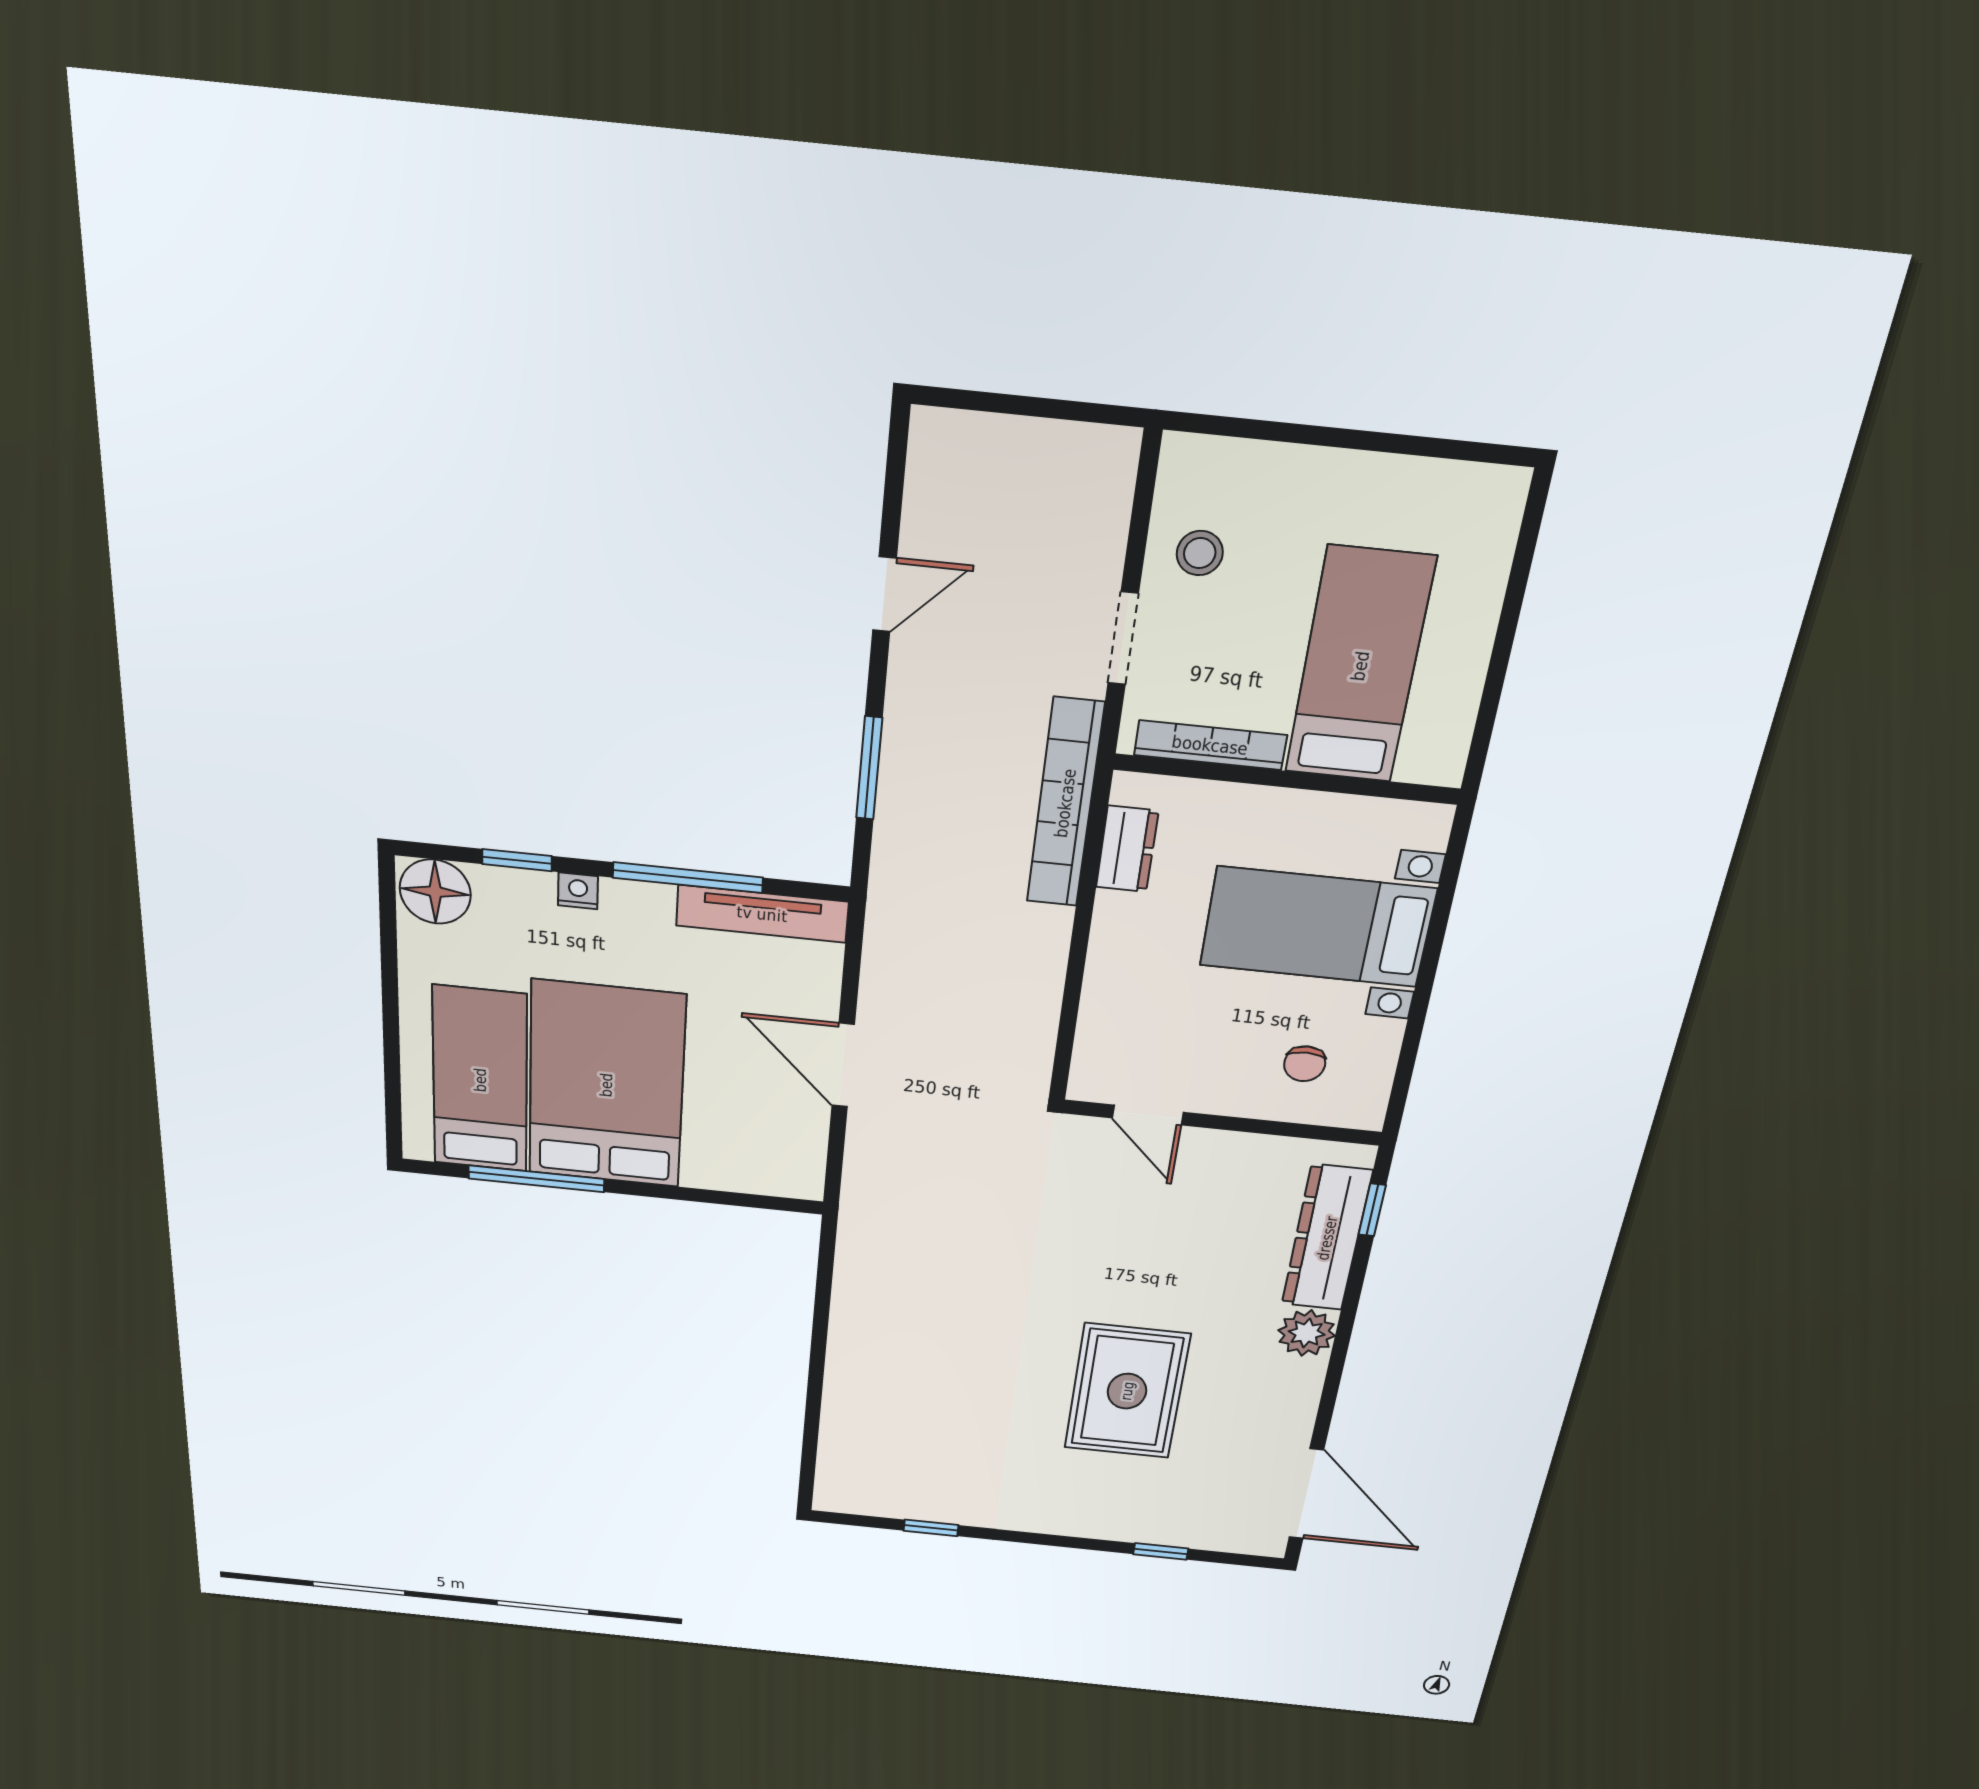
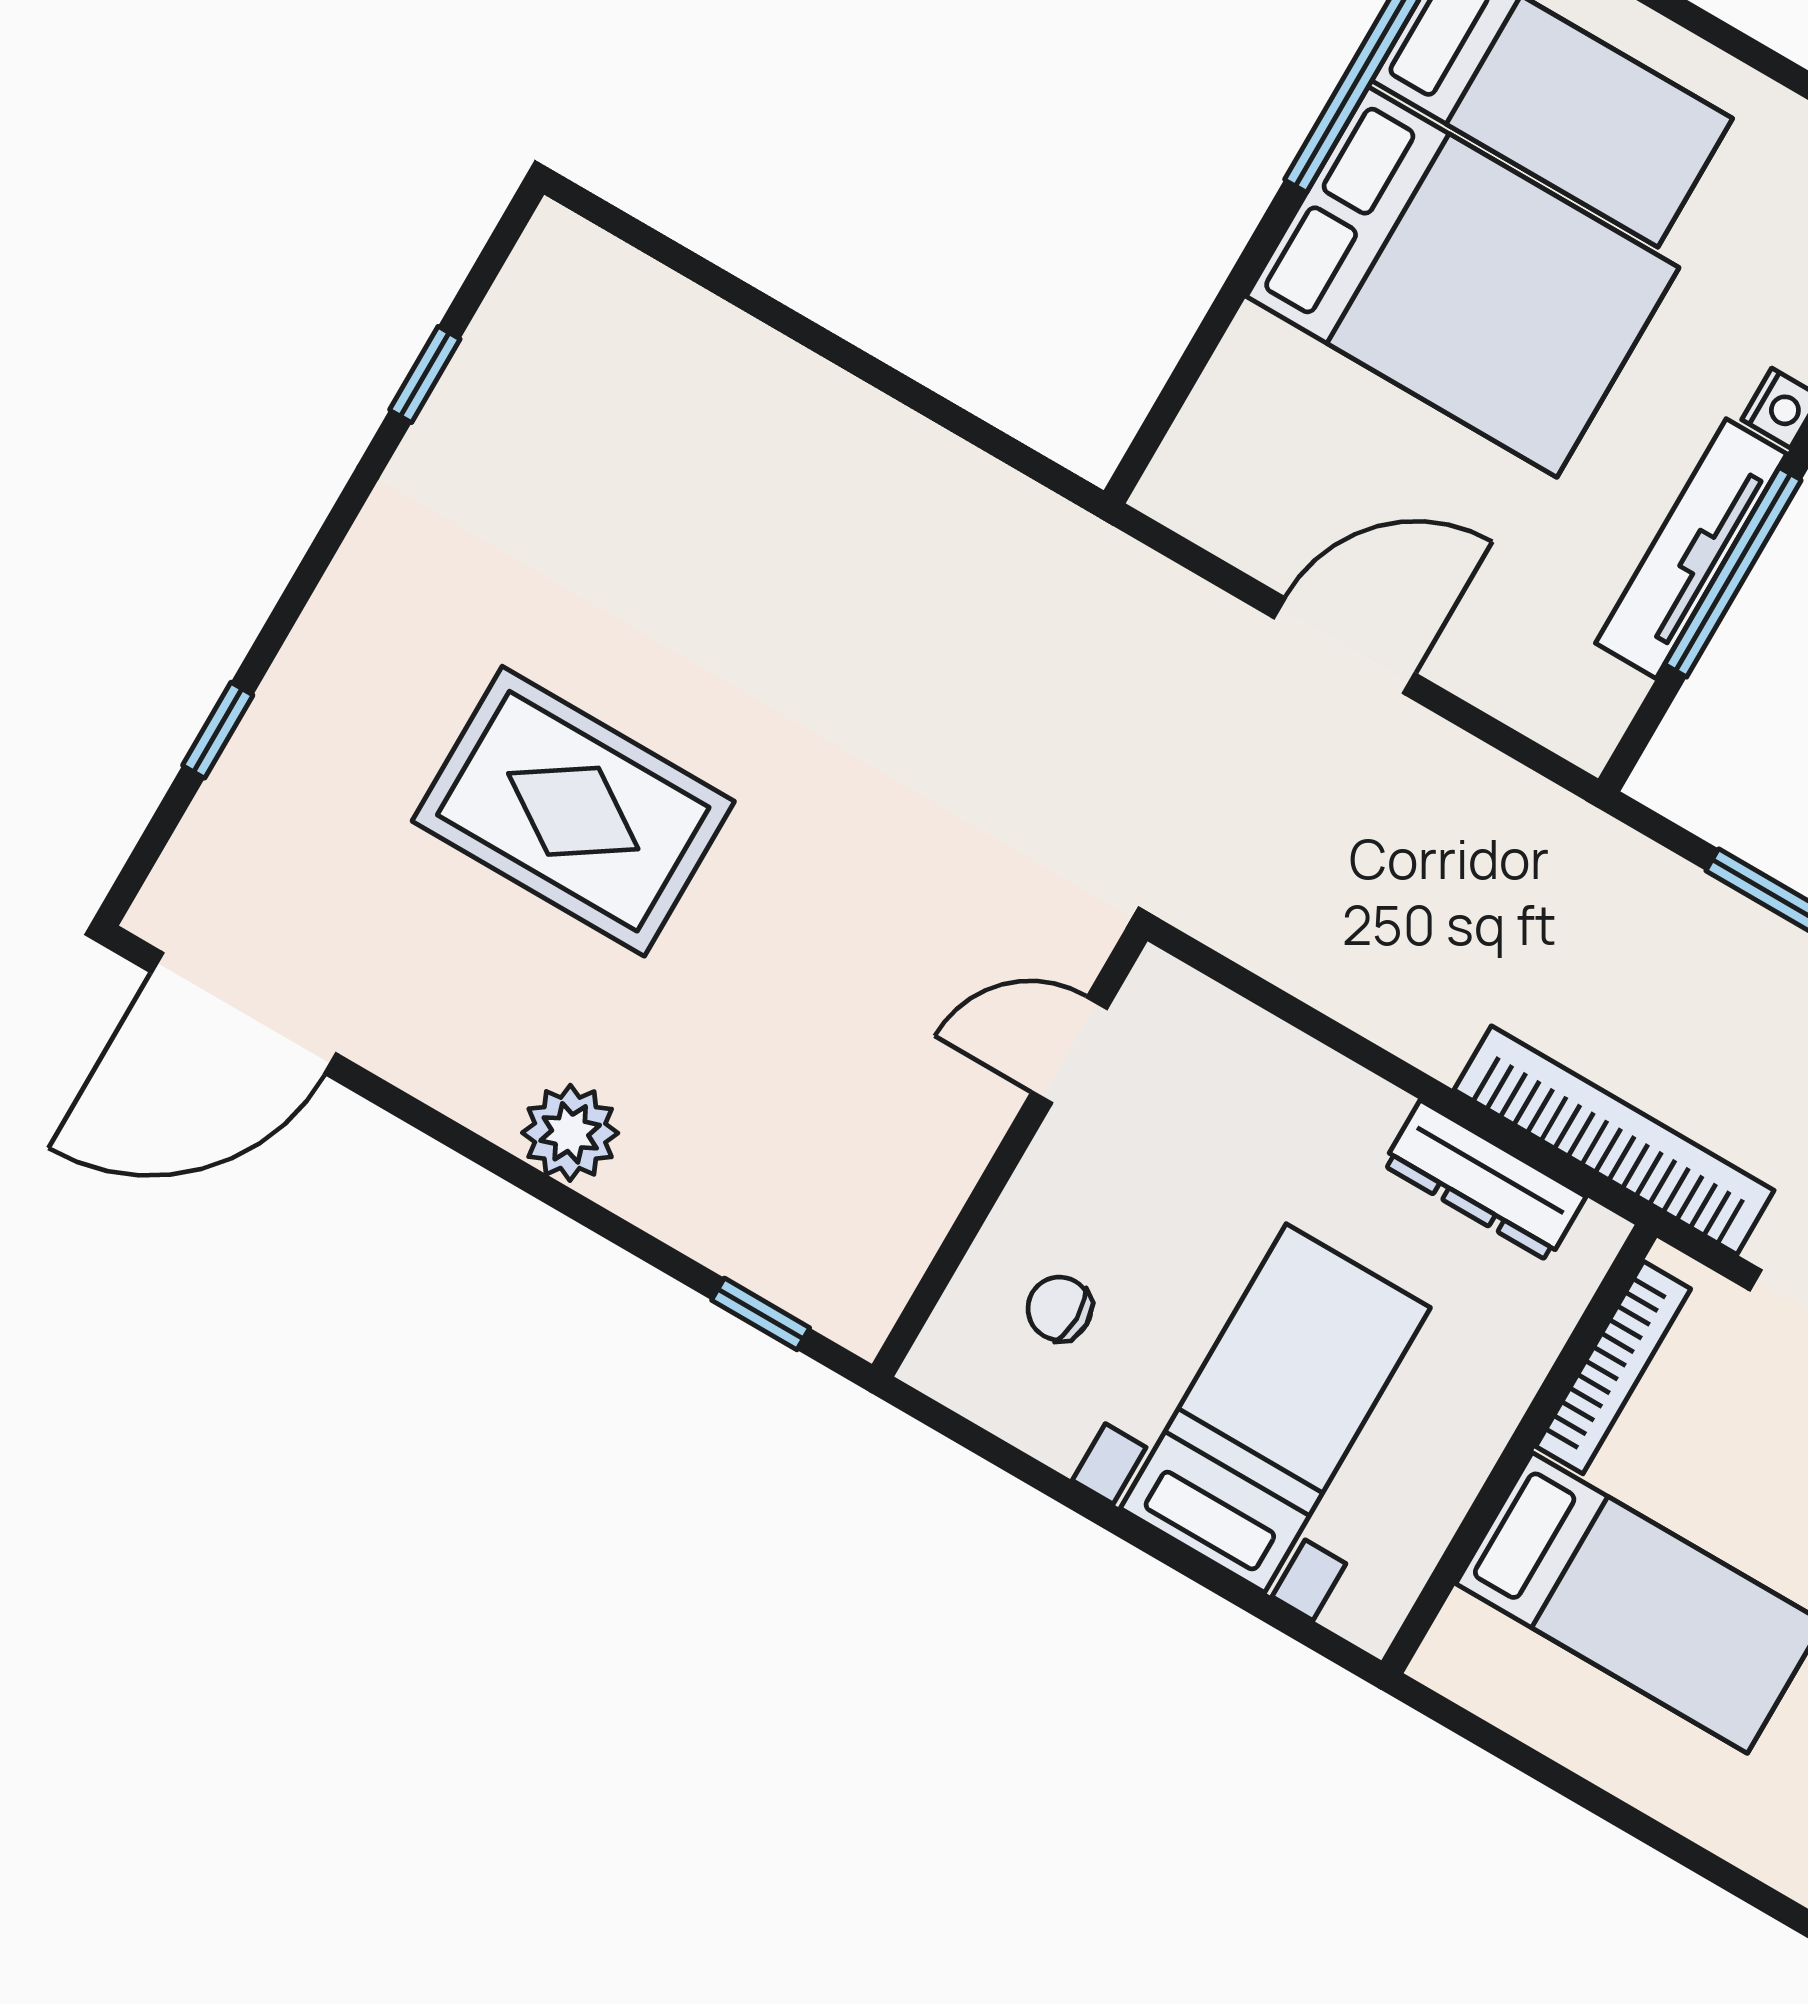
dresser: (1127, 849) -> (1484, 1181), width x1.44
tv unit: (762, 914) -> (1691, 549), moved
dresser: (1327, 1238) -> (738, 1229), removed

